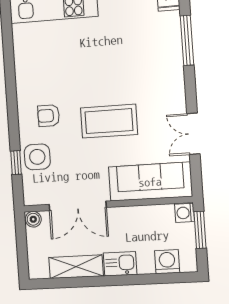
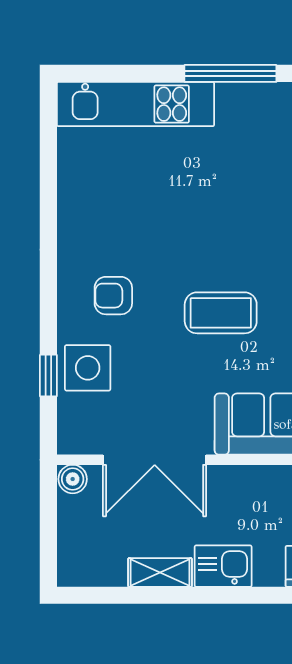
coffee table: (109, 121) -> (221, 313), width x0.73, depth x0.76
shelving: (76, 267) -> (160, 572), width x0.67, depth x0.75

